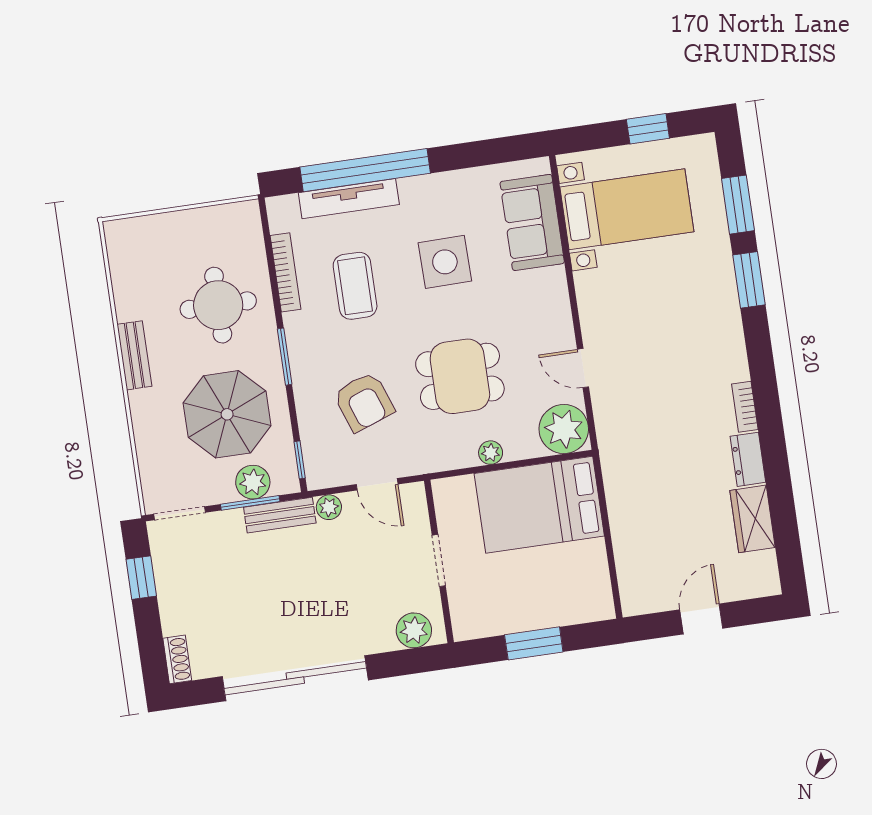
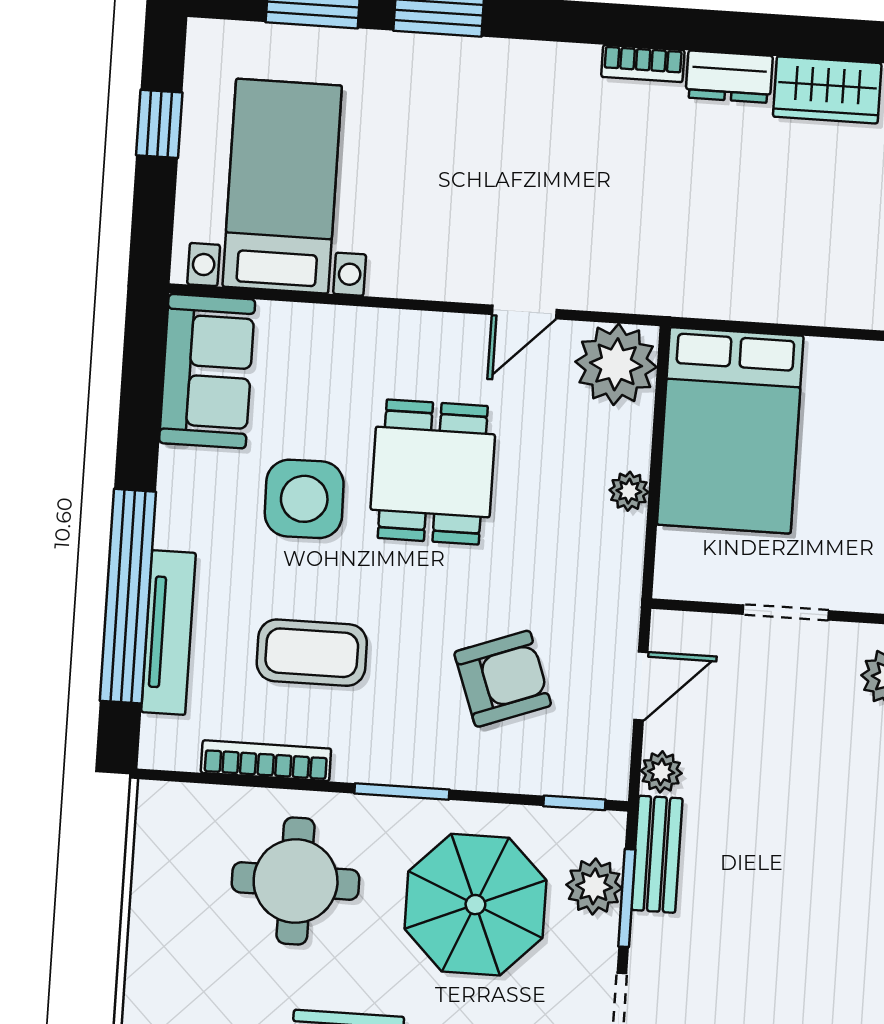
sofa: (532, 222) -> (207, 371), moved, turned -90
dining table: (460, 376) -> (433, 472), moved

